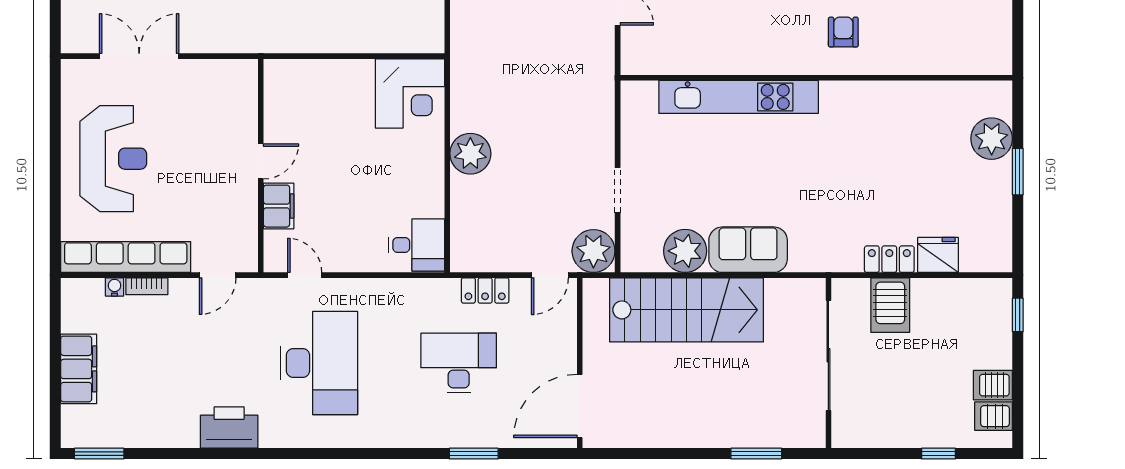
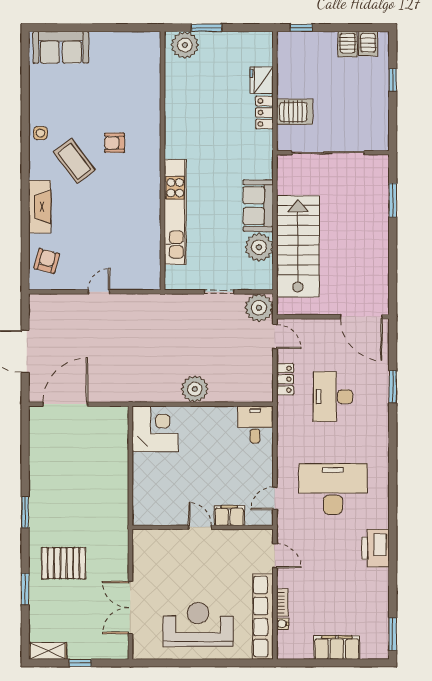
wall: (816, 78) -> (163, 161), moved
kitchen unit: (739, 97) -> (175, 212), moved

